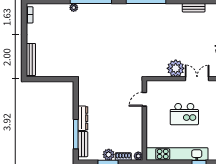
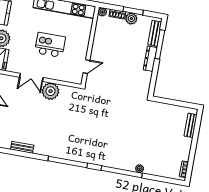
bench: (31, 59) -> (191, 125), width x0.73

